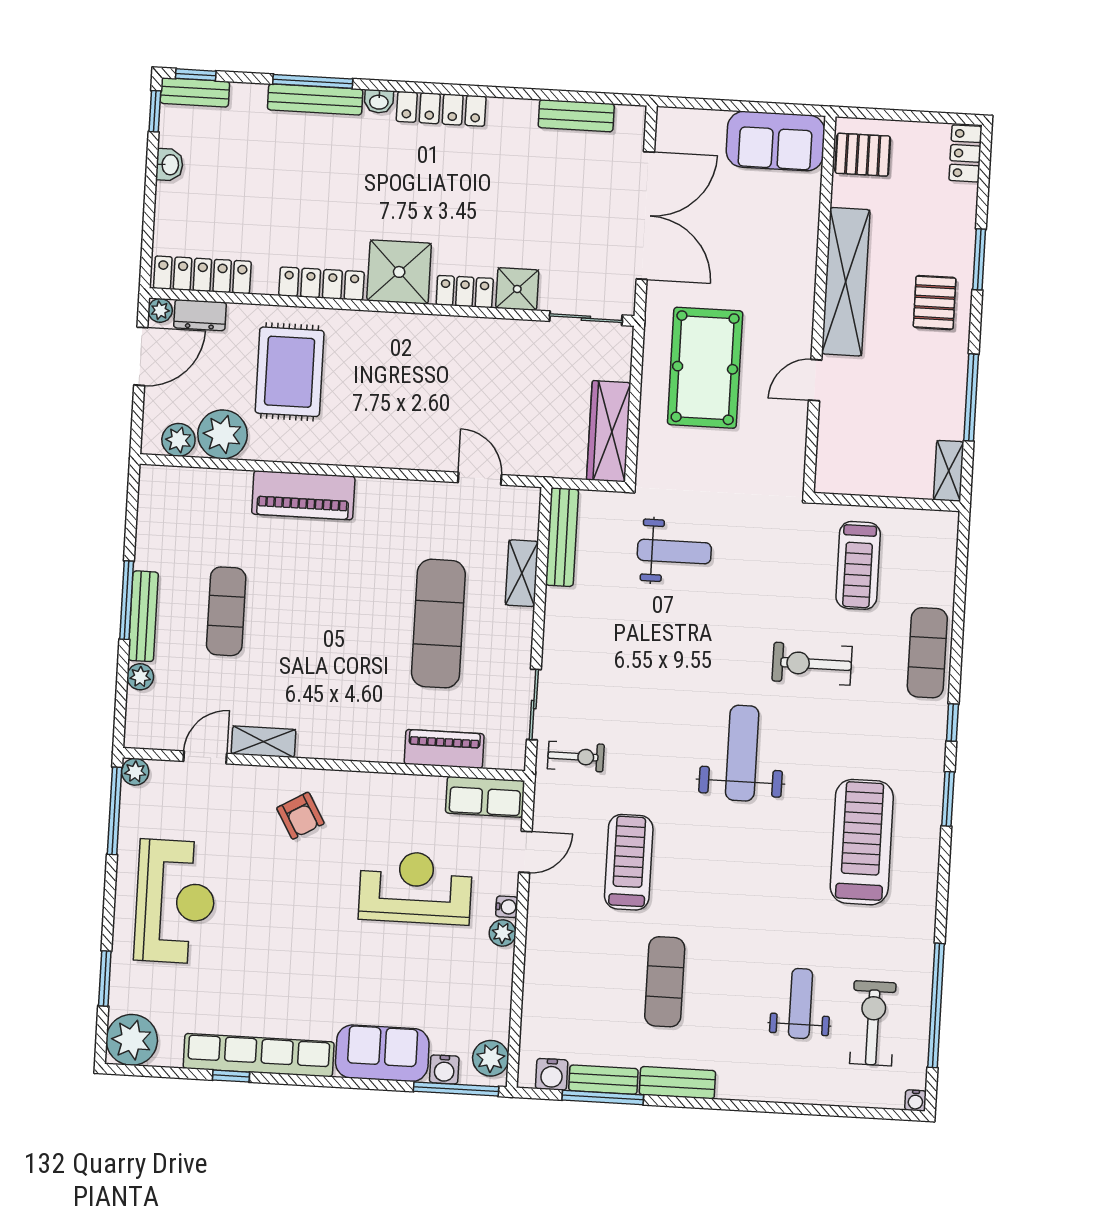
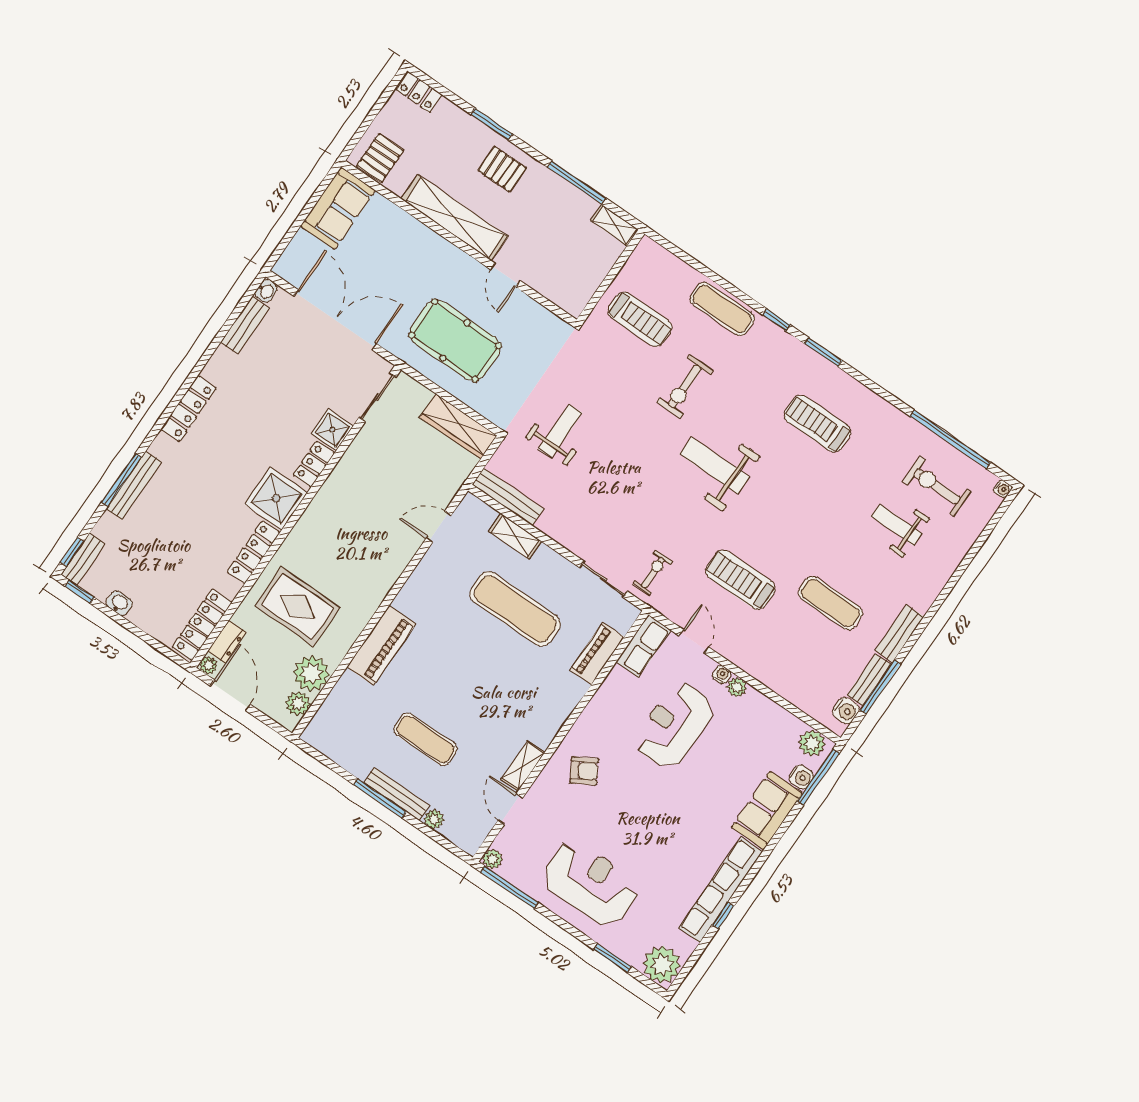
washbasin: (379, 101) -> (266, 291), moved
treadmill: (862, 842) -> (817, 424), width x0.73, depth x0.73

